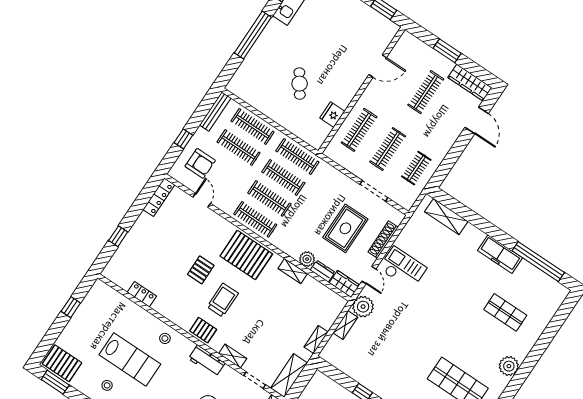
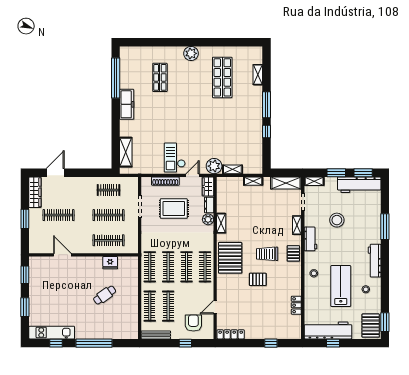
workbench: (89, 311) -> (328, 330), added

